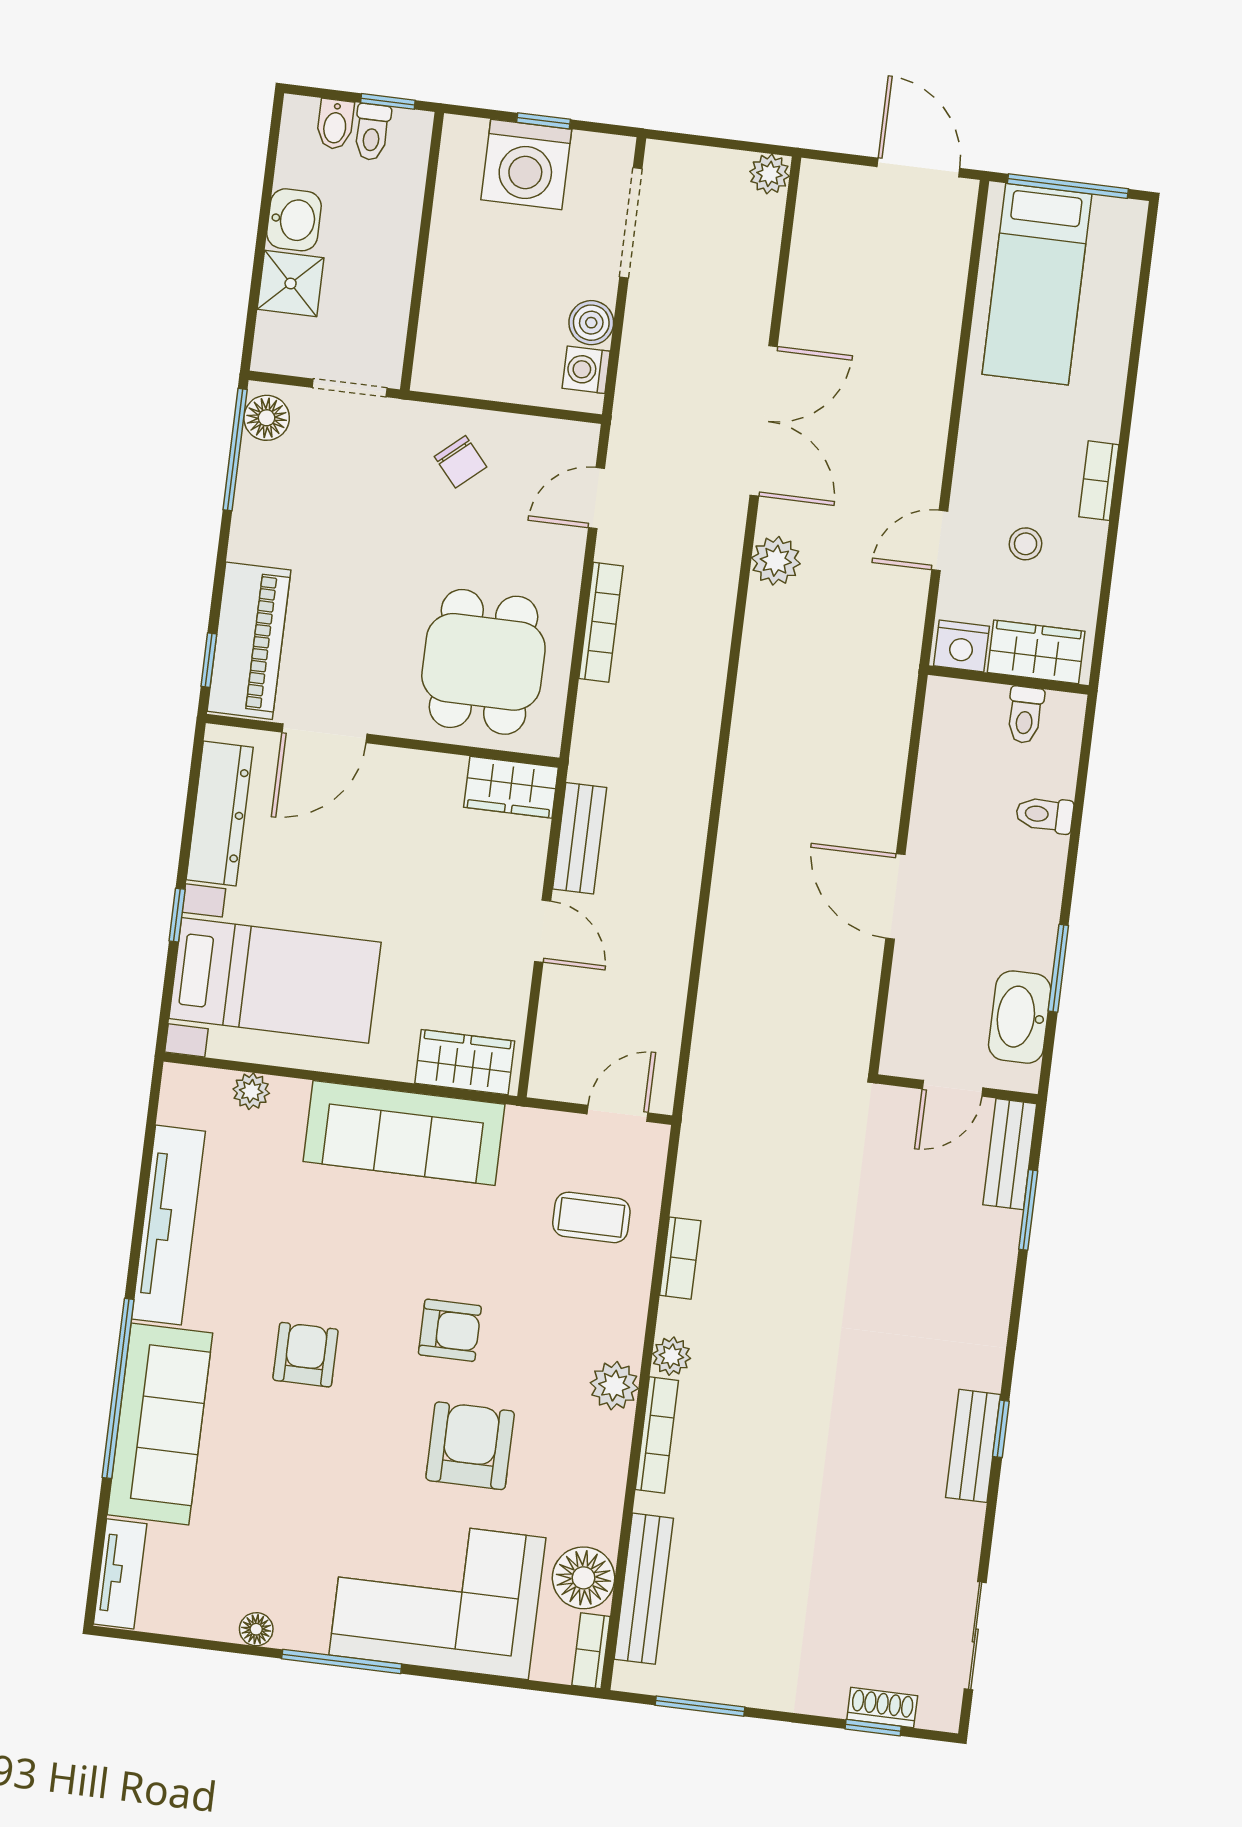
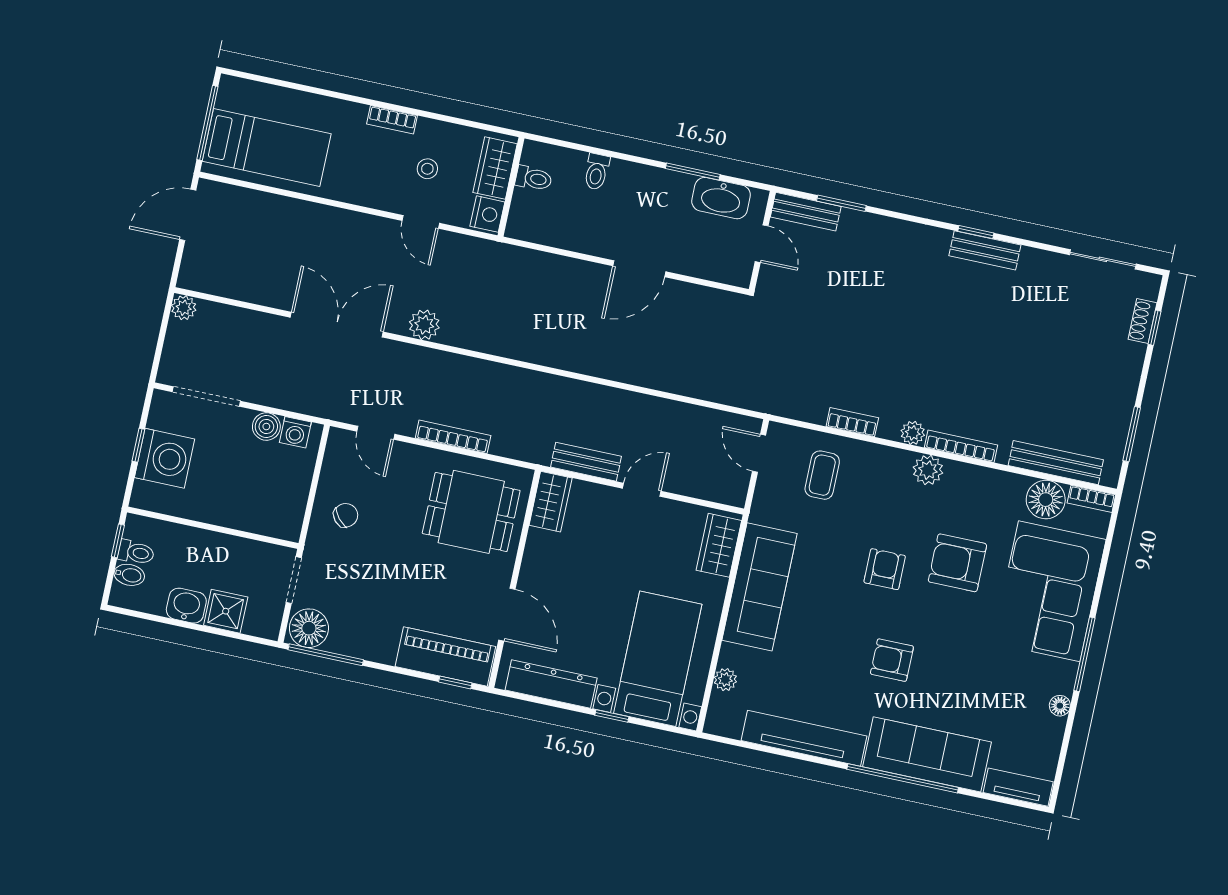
floor lamp: (267, 418) -> (309, 628), width x1.38, depth x1.38

